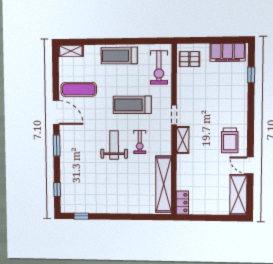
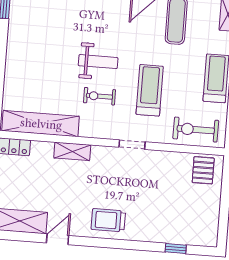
filing cabinet: (228, 52) -> (207, 220), removed
shelving: (183, 140) -> (72, 151), moved
trolley: (230, 140) -> (108, 220), moved

